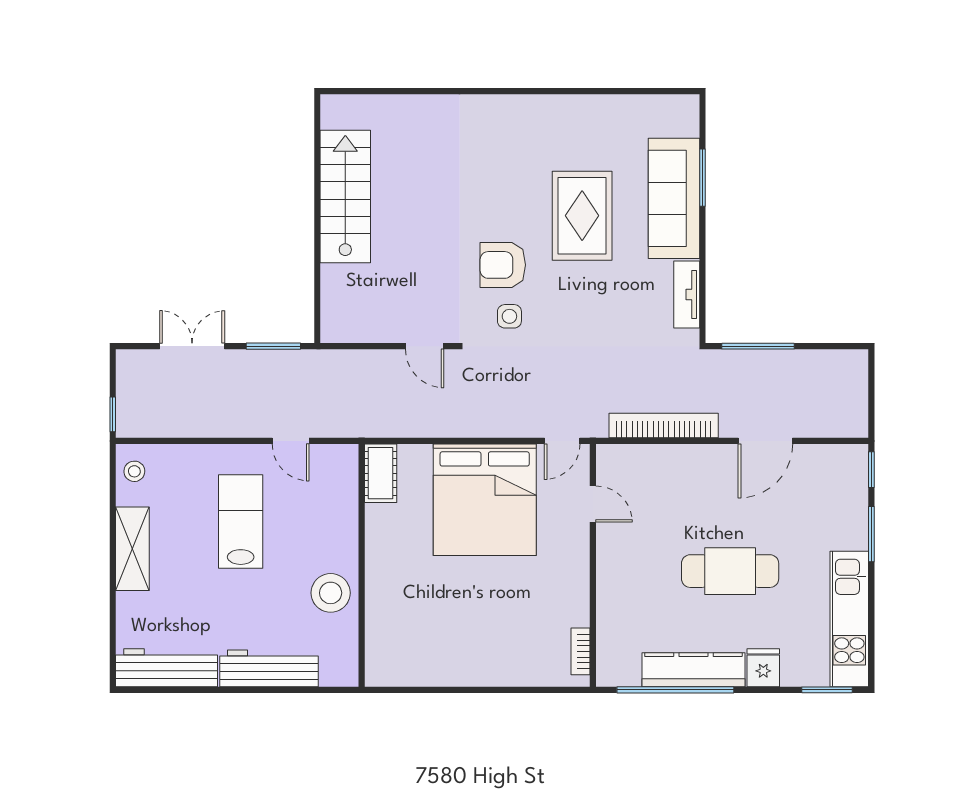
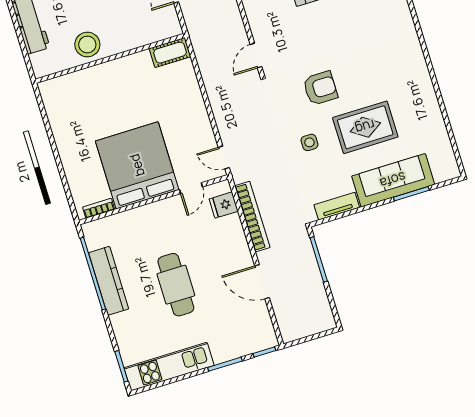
armchair: (503, 265) -> (320, 88), turned 90
side table: (509, 316) -> (309, 142), moved
bed: (485, 500) -> (137, 165), moved, turned 90
fridge: (763, 668) -> (224, 205), moved, turned 180

